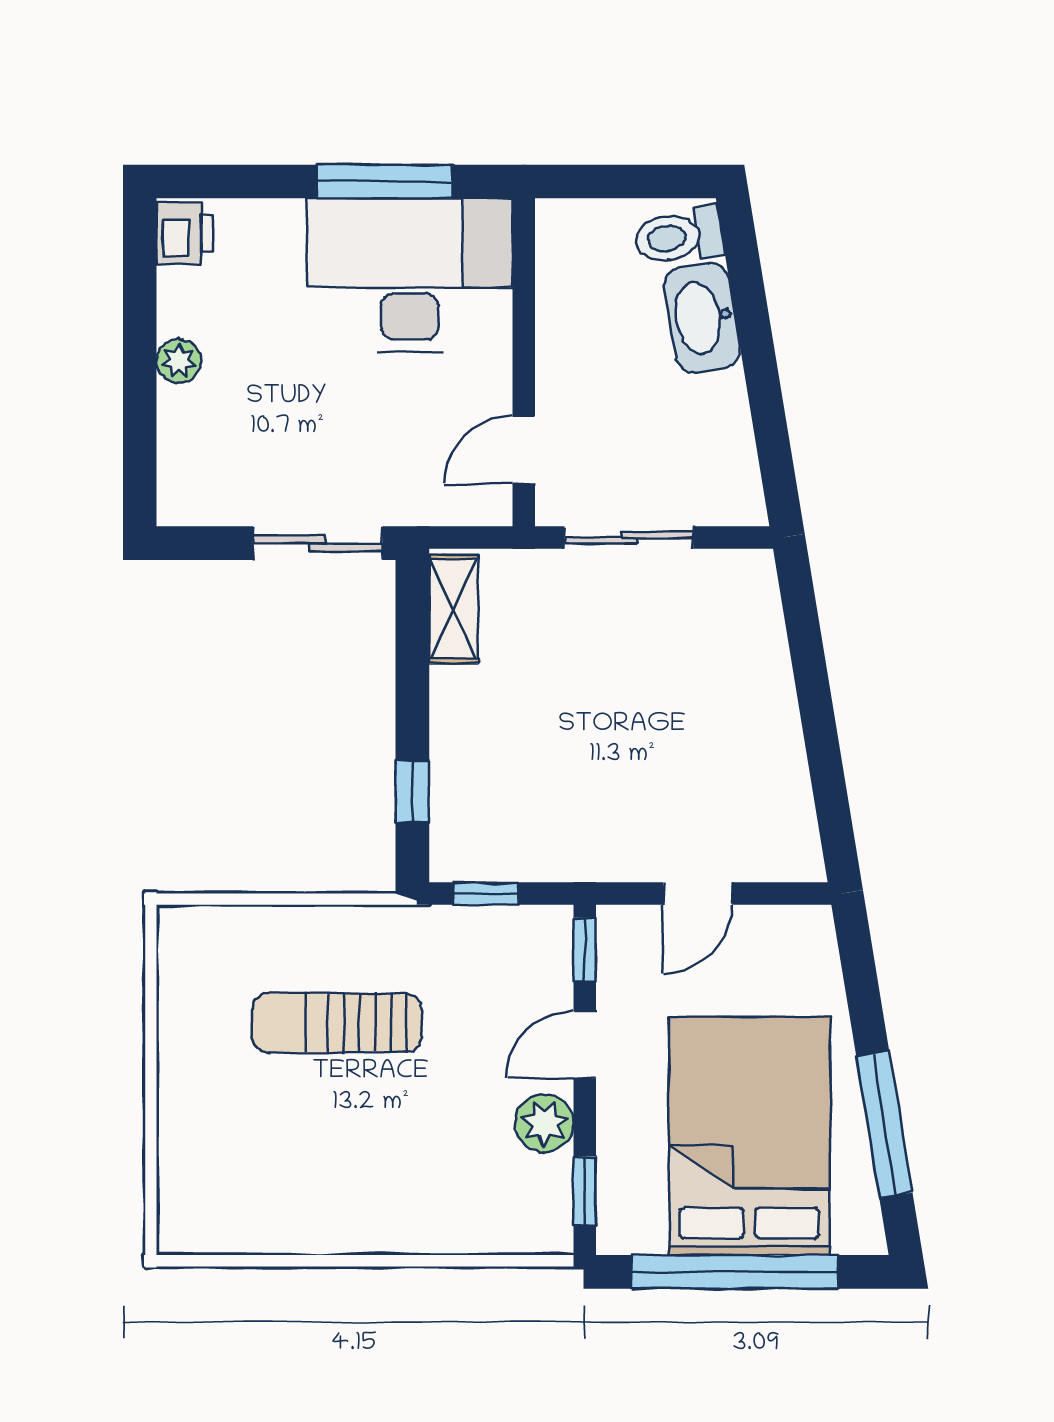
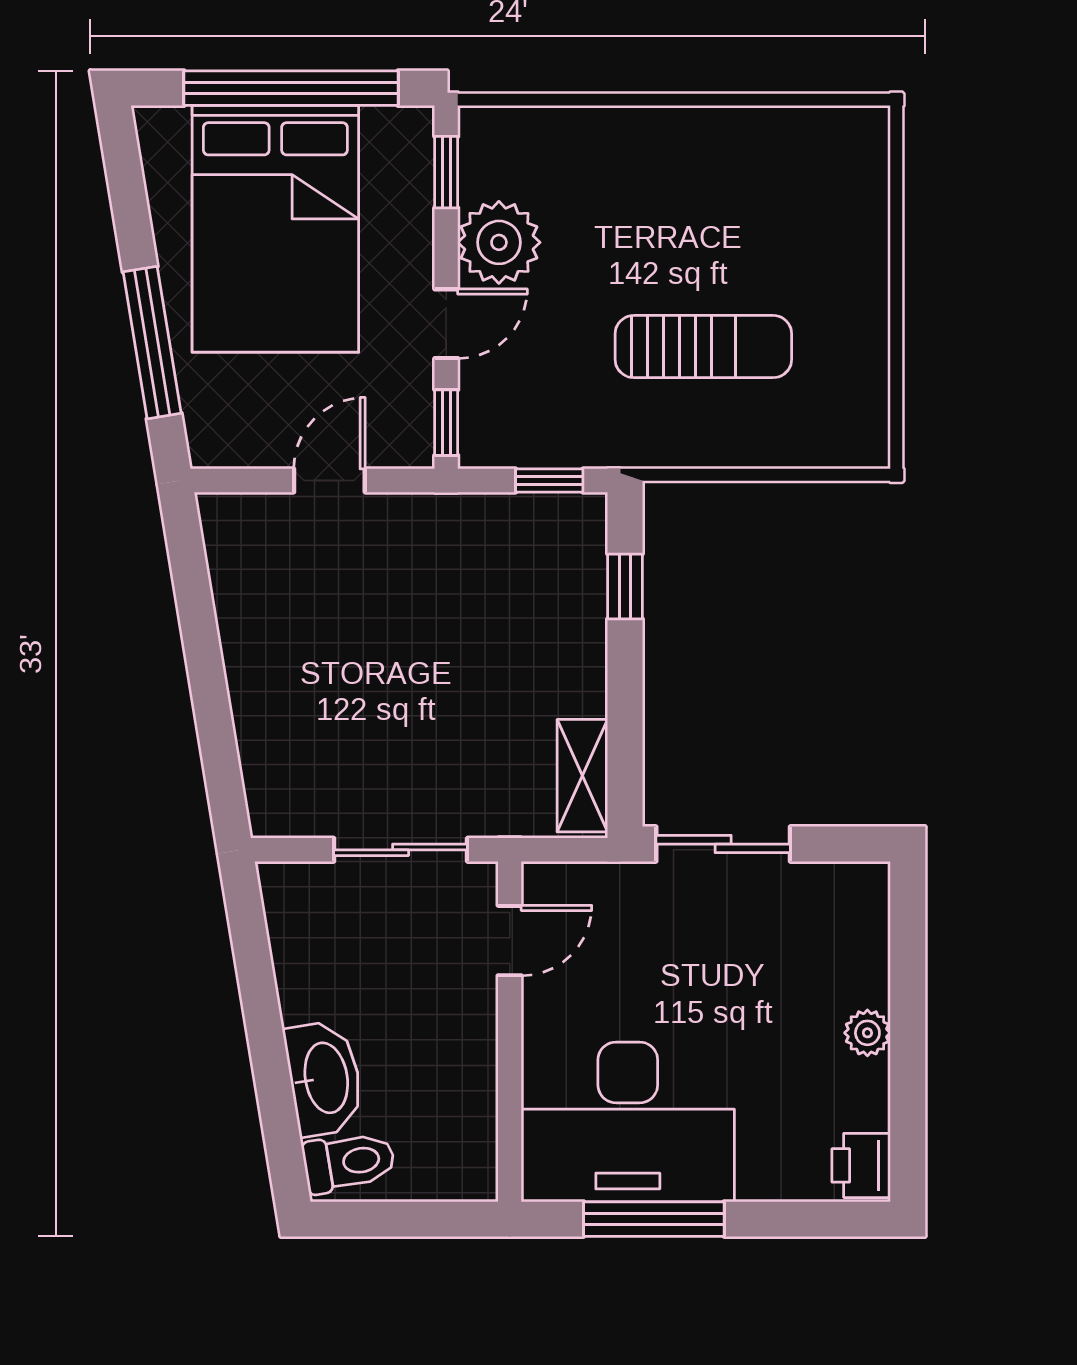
plant: (545, 1123) -> (499, 242), width x1.36, depth x1.36
window: (884, 1125) -> (152, 343), moved

